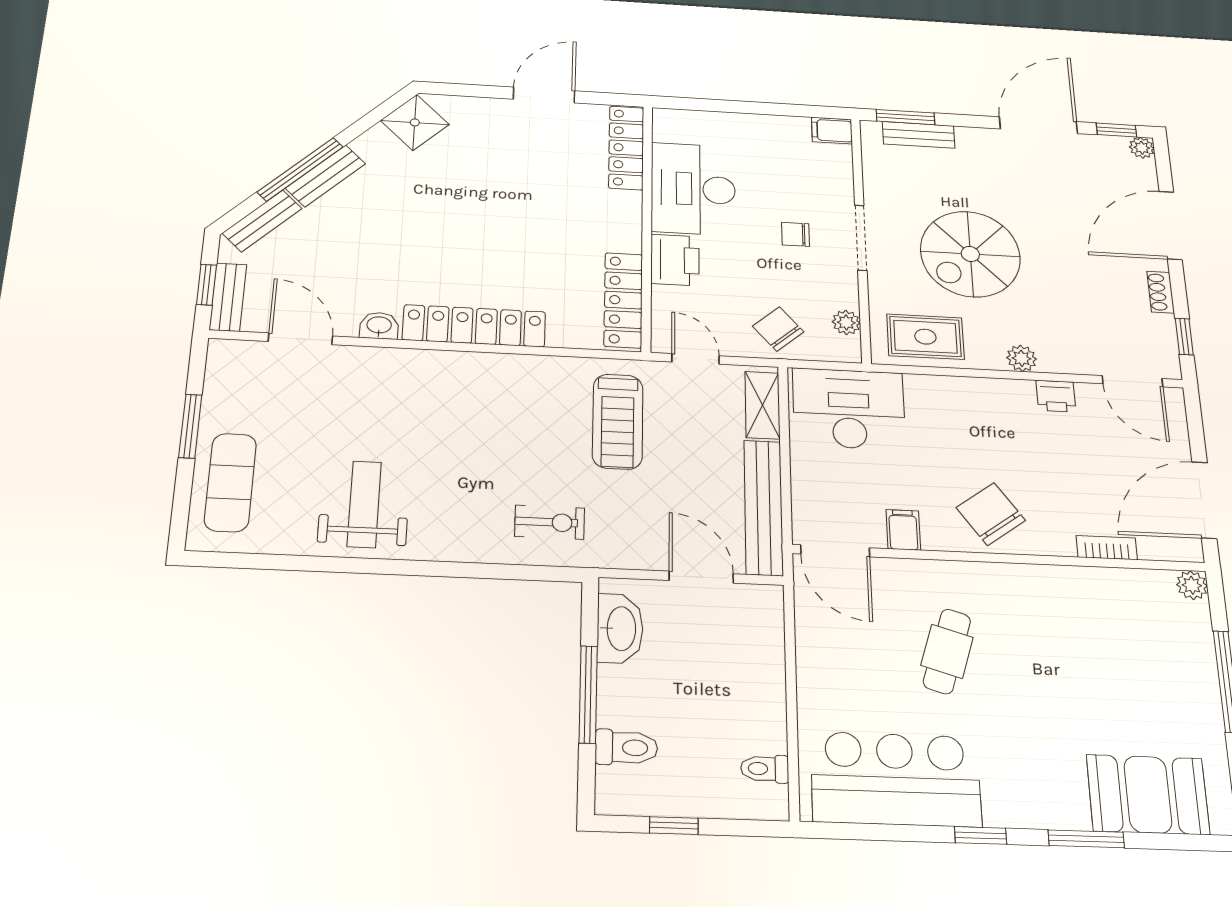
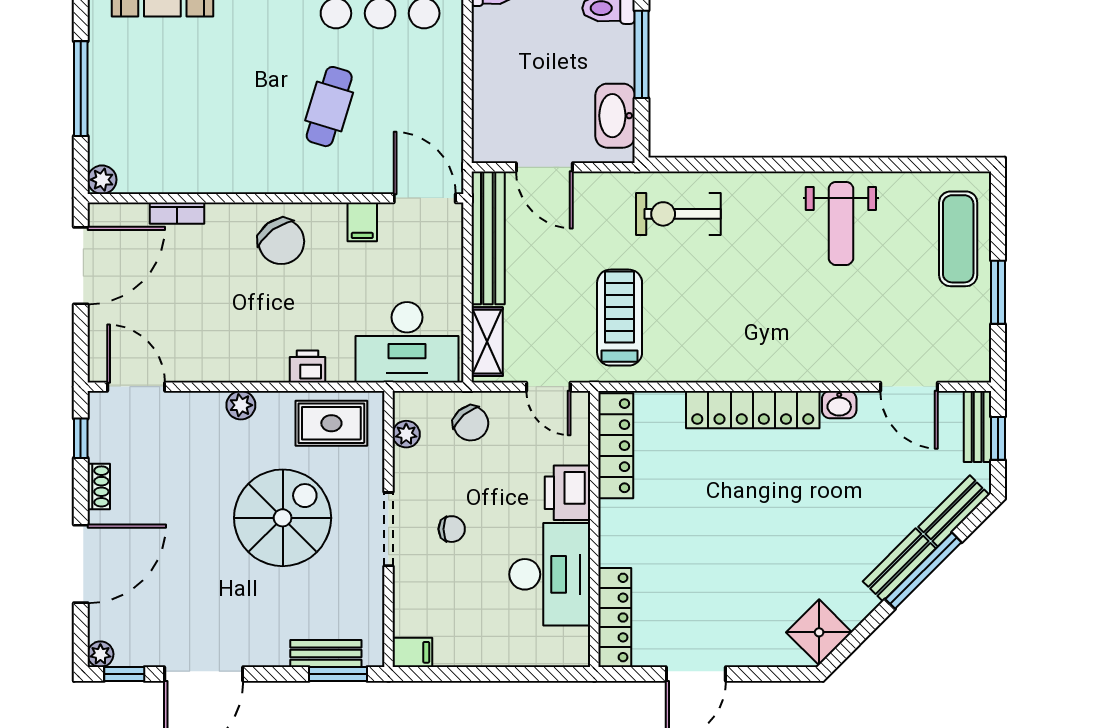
printer: (1056, 396) -> (308, 367), moved
exercise bike: (550, 522) -> (678, 214), width x1.38, depth x1.39

